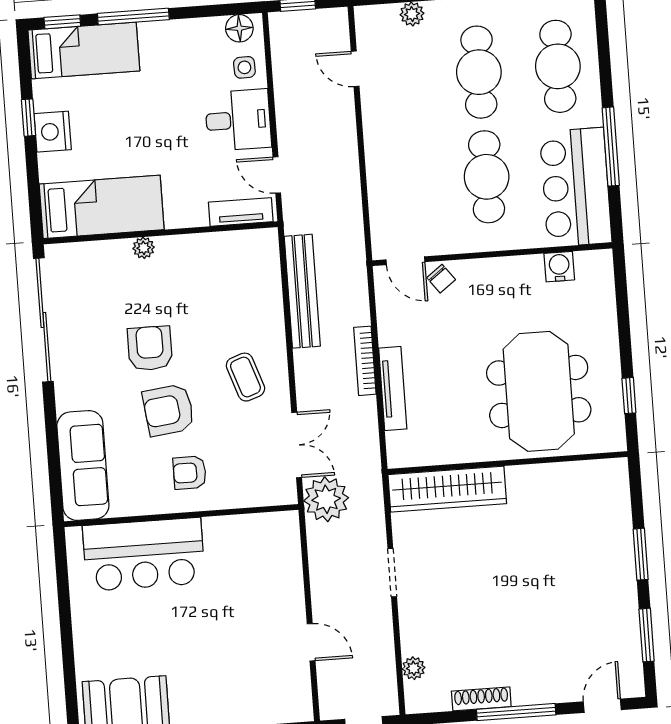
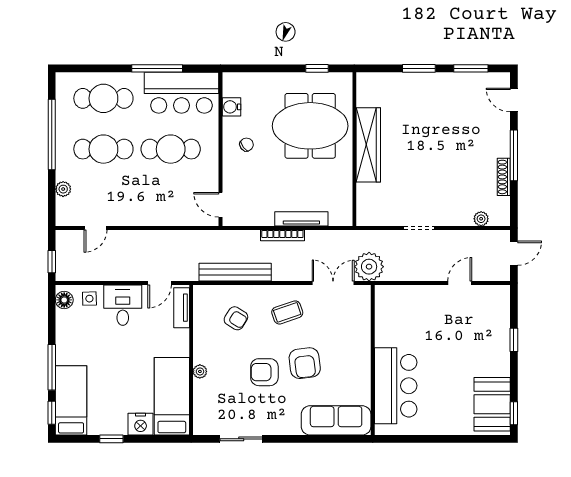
nightstand: (53, 132) -> (141, 424), moved
door: (405, 261) -> (220, 205), swing flipped
chair: (441, 279) -> (247, 145), moved
sliding door: (43, 320) -> (241, 439), width x0.54
armchair: (190, 473) -> (236, 318), moved, turned -58
wardrobe: (447, 489) -> (368, 145), moved

